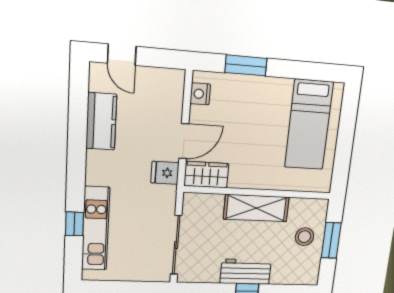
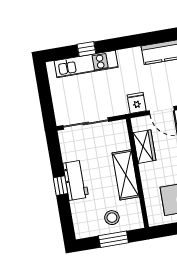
wardrobe: (206, 175) -> (144, 147), moved

